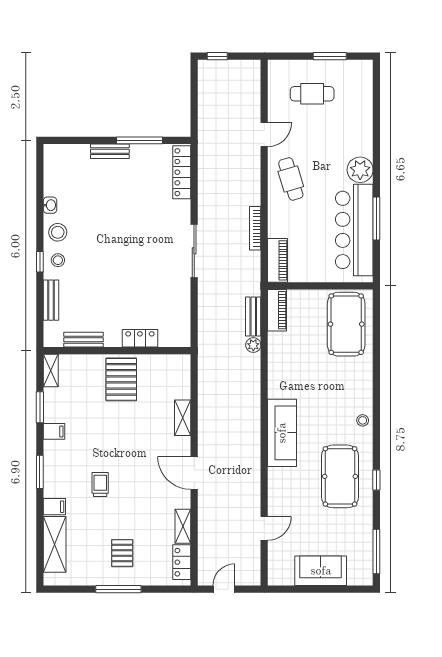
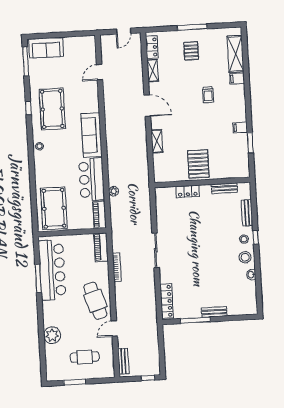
plant: (360, 170) -> (52, 335), moved
cafe table: (291, 179) -> (95, 301), width x1.37, depth x1.35
bench: (253, 317) -> (123, 361), moved
bar counter: (286, 365) -> (92, 179), added
shelving: (51, 371) -> (245, 167), removed
window: (40, 472) -> (248, 101), removed
sofa: (321, 571) -> (46, 48), moved

